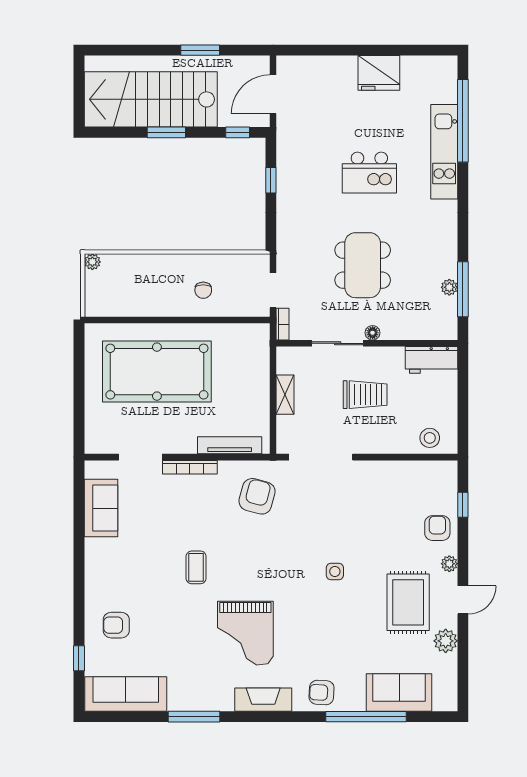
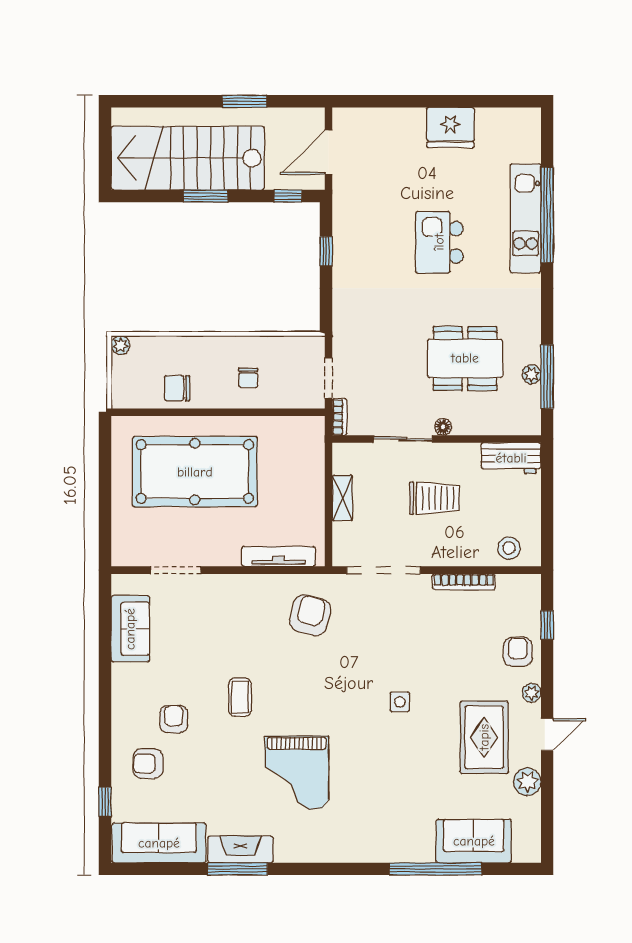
window: (463, 121) -> (547, 215), moved
kitchen island: (369, 173) -> (439, 242), turned 90
dining table: (363, 265) -> (465, 358), moved, turned 90
chair: (142, 299) -> (177, 388), added
bookcase: (190, 467) -> (464, 582), moved
armchair: (322, 692) -> (174, 719), moved, turned 87
fireplace: (263, 700) -> (240, 849), moved

